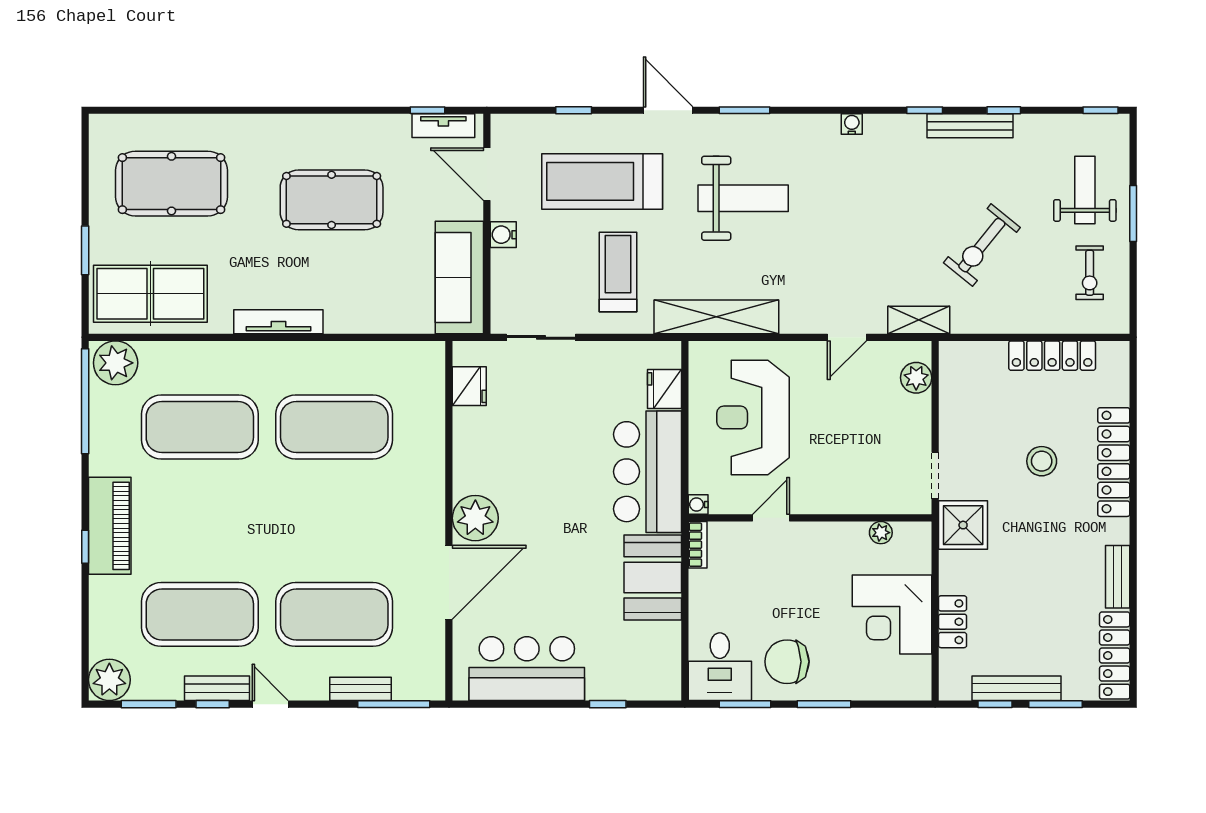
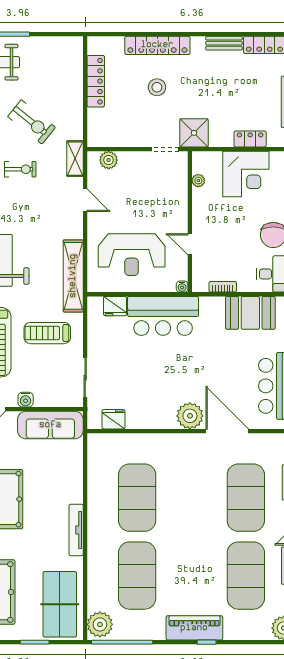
exercise bike: (1090, 273) -> (20, 169), moved
bookcase: (698, 545) -> (223, 287), moved
booth: (653, 577) -> (250, 313), moved

